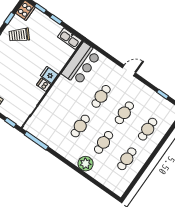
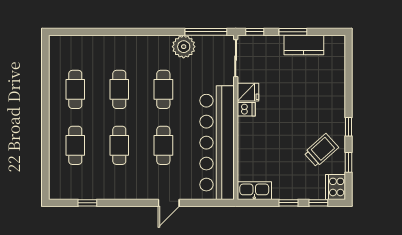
bar counter: (81, 64) -> (217, 143), width x1.86
door: (129, 70) -> (169, 203), moved
fridge: (49, 75) -> (248, 92), moved
plant: (86, 164) -> (184, 47), moved

